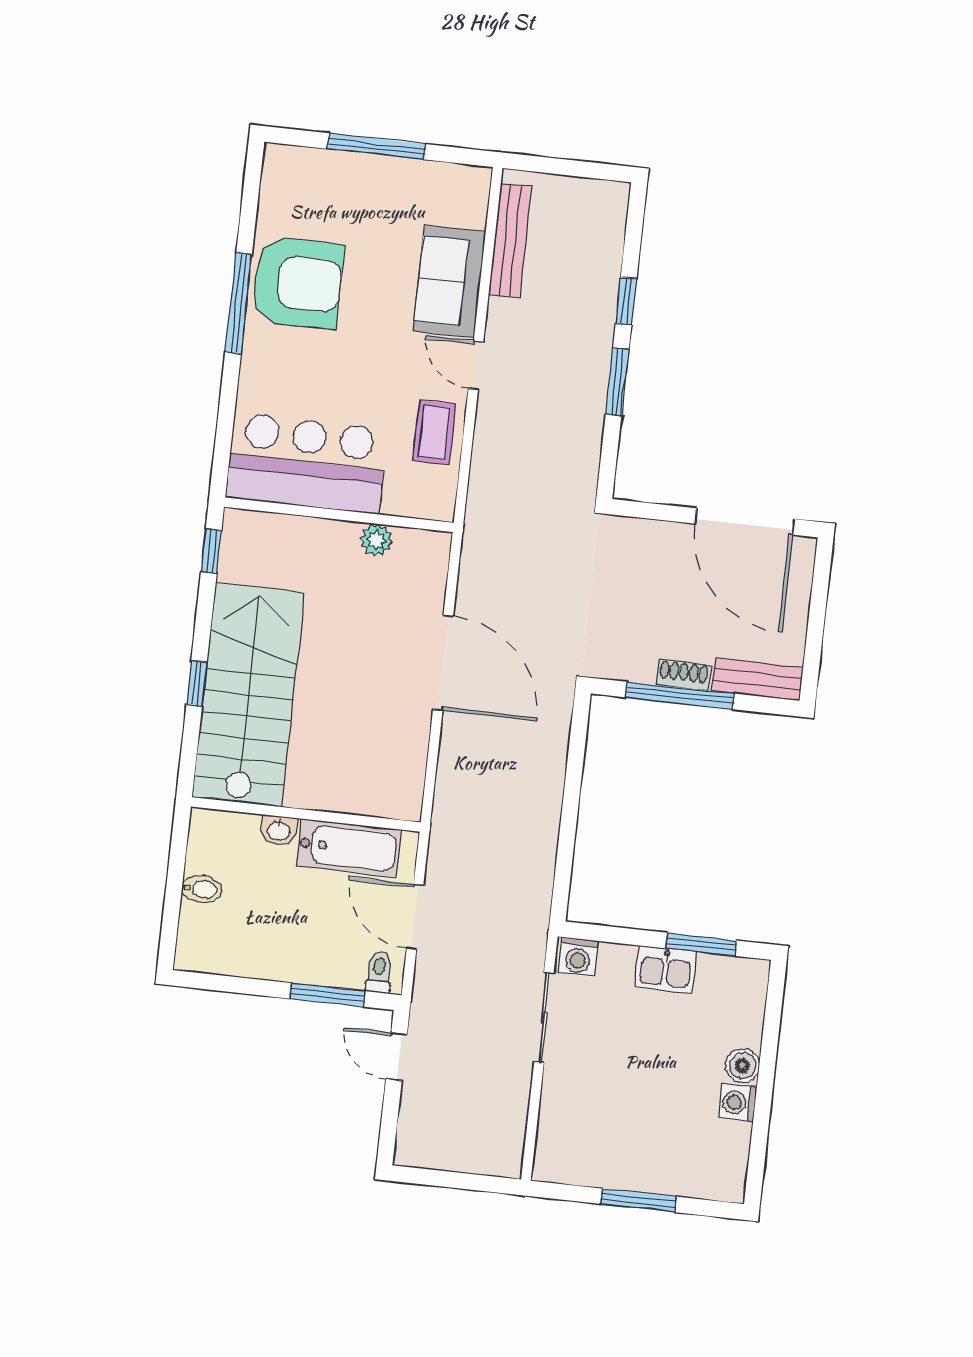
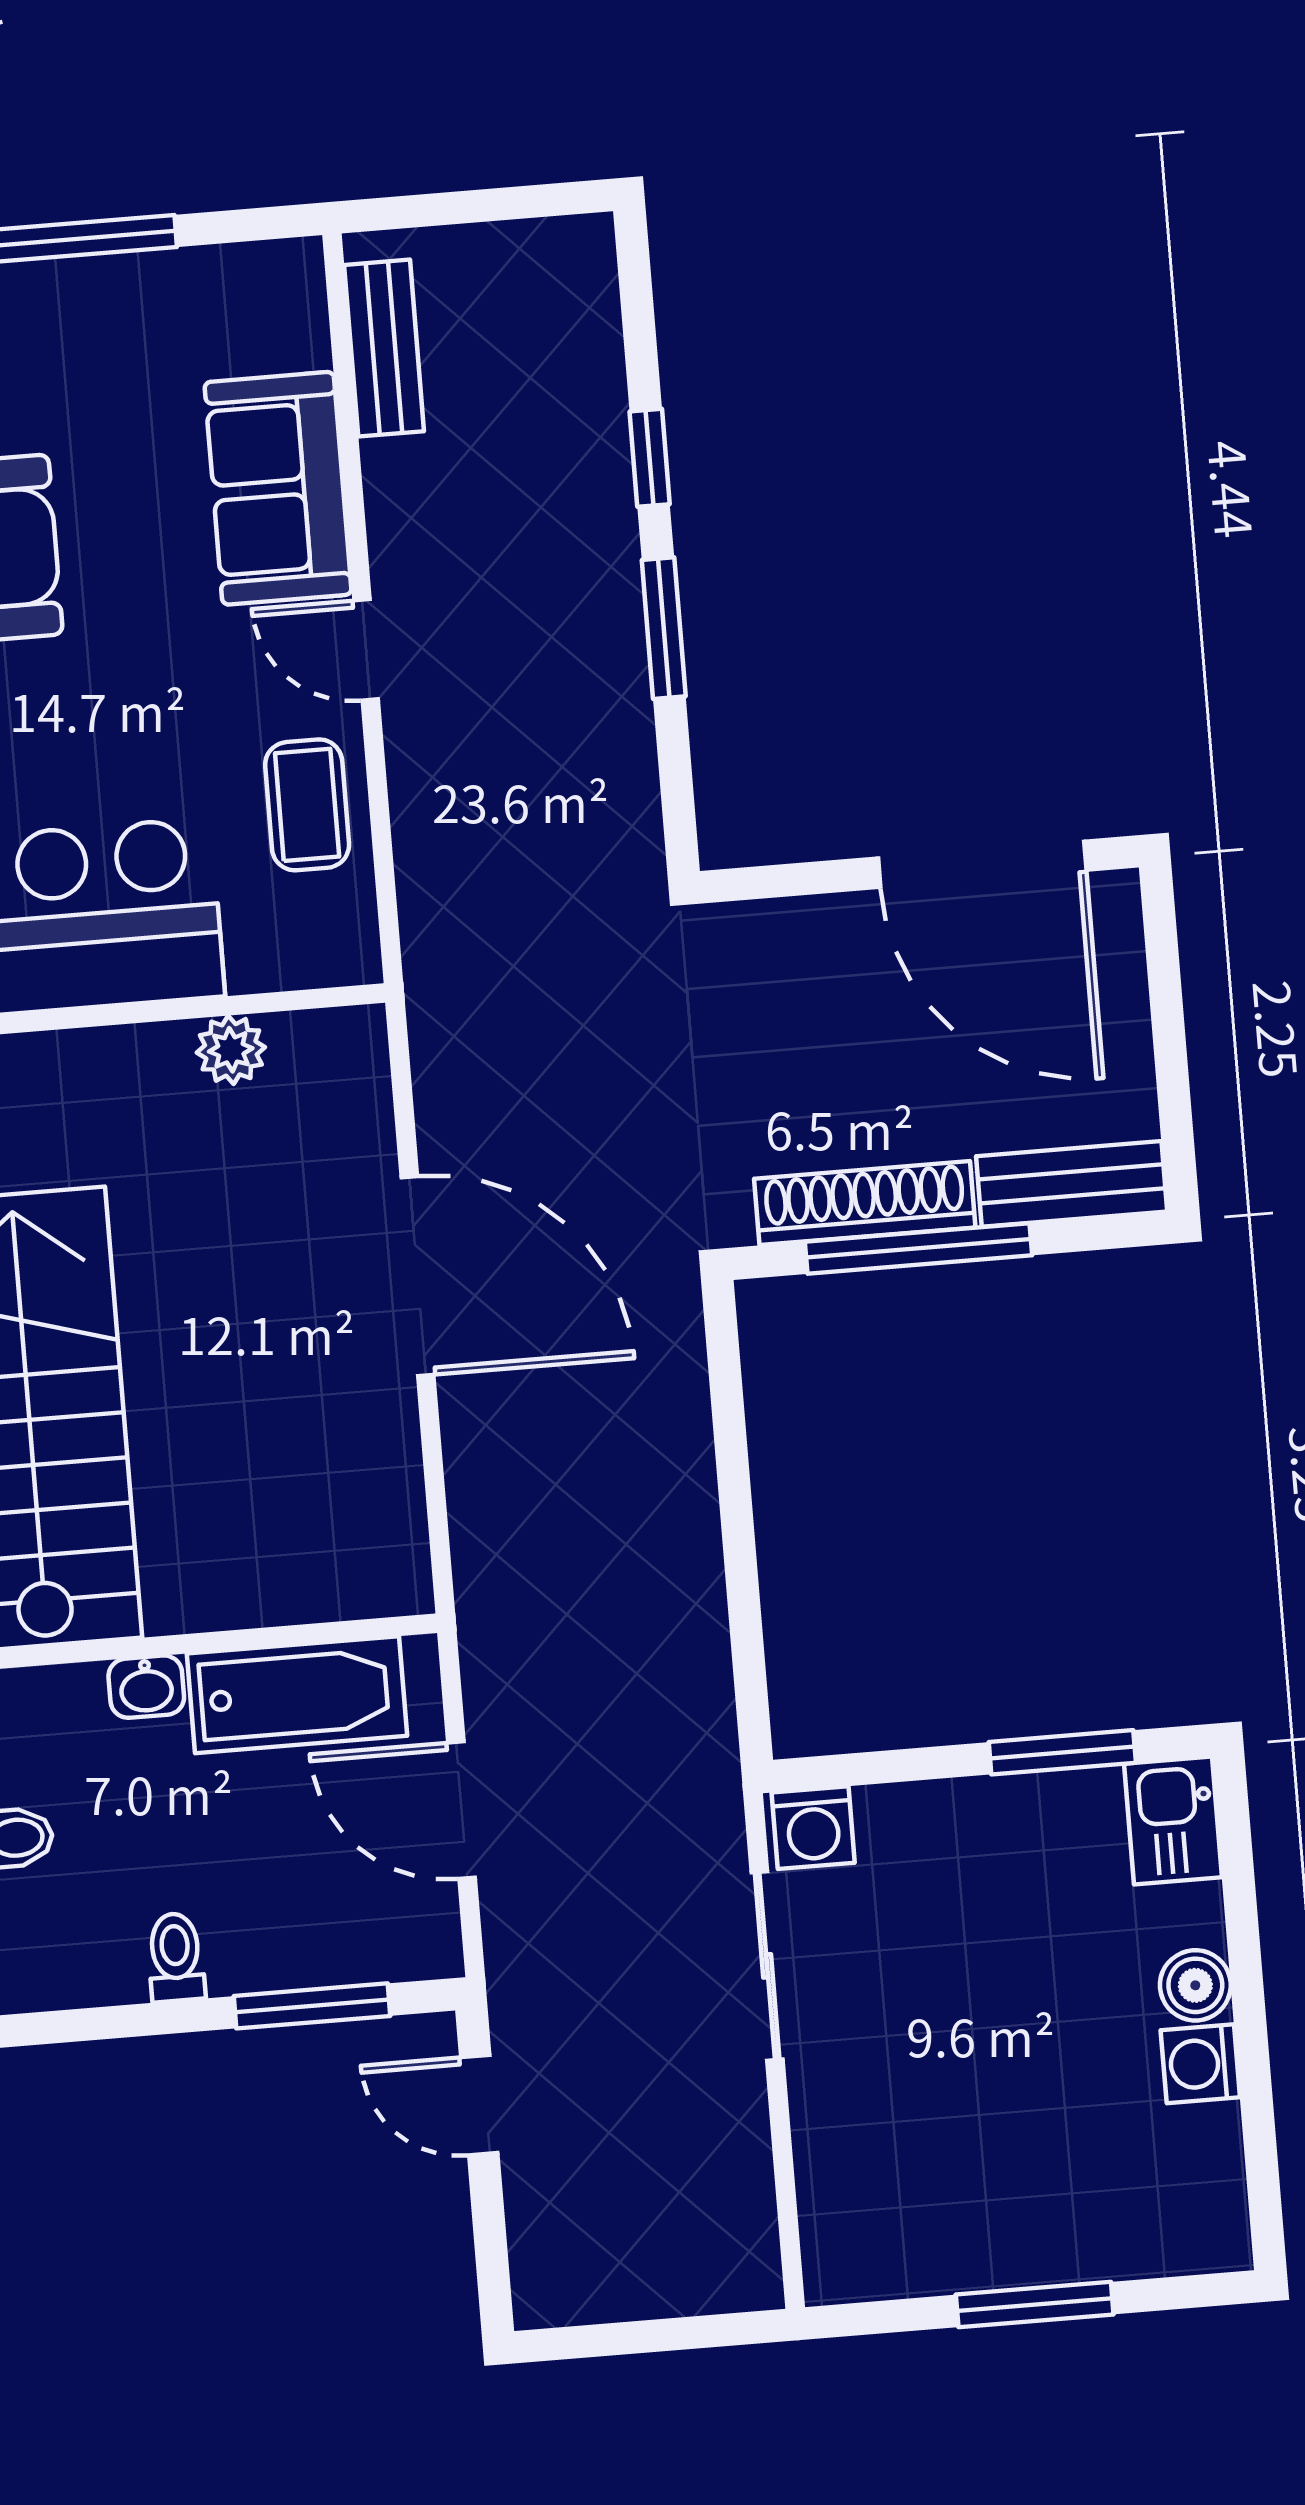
bench: (510, 240) -> (384, 348), width x0.73
shoe rack: (684, 675) -> (865, 1203), width x1.94, depth x1.24
kitchen sink: (666, 969) -> (1173, 1820), moved, turned 90
toilet: (379, 972) -> (176, 1957), moved

